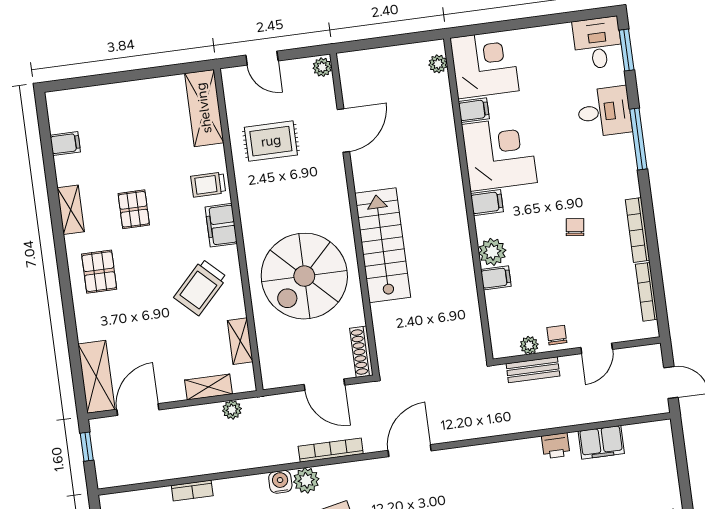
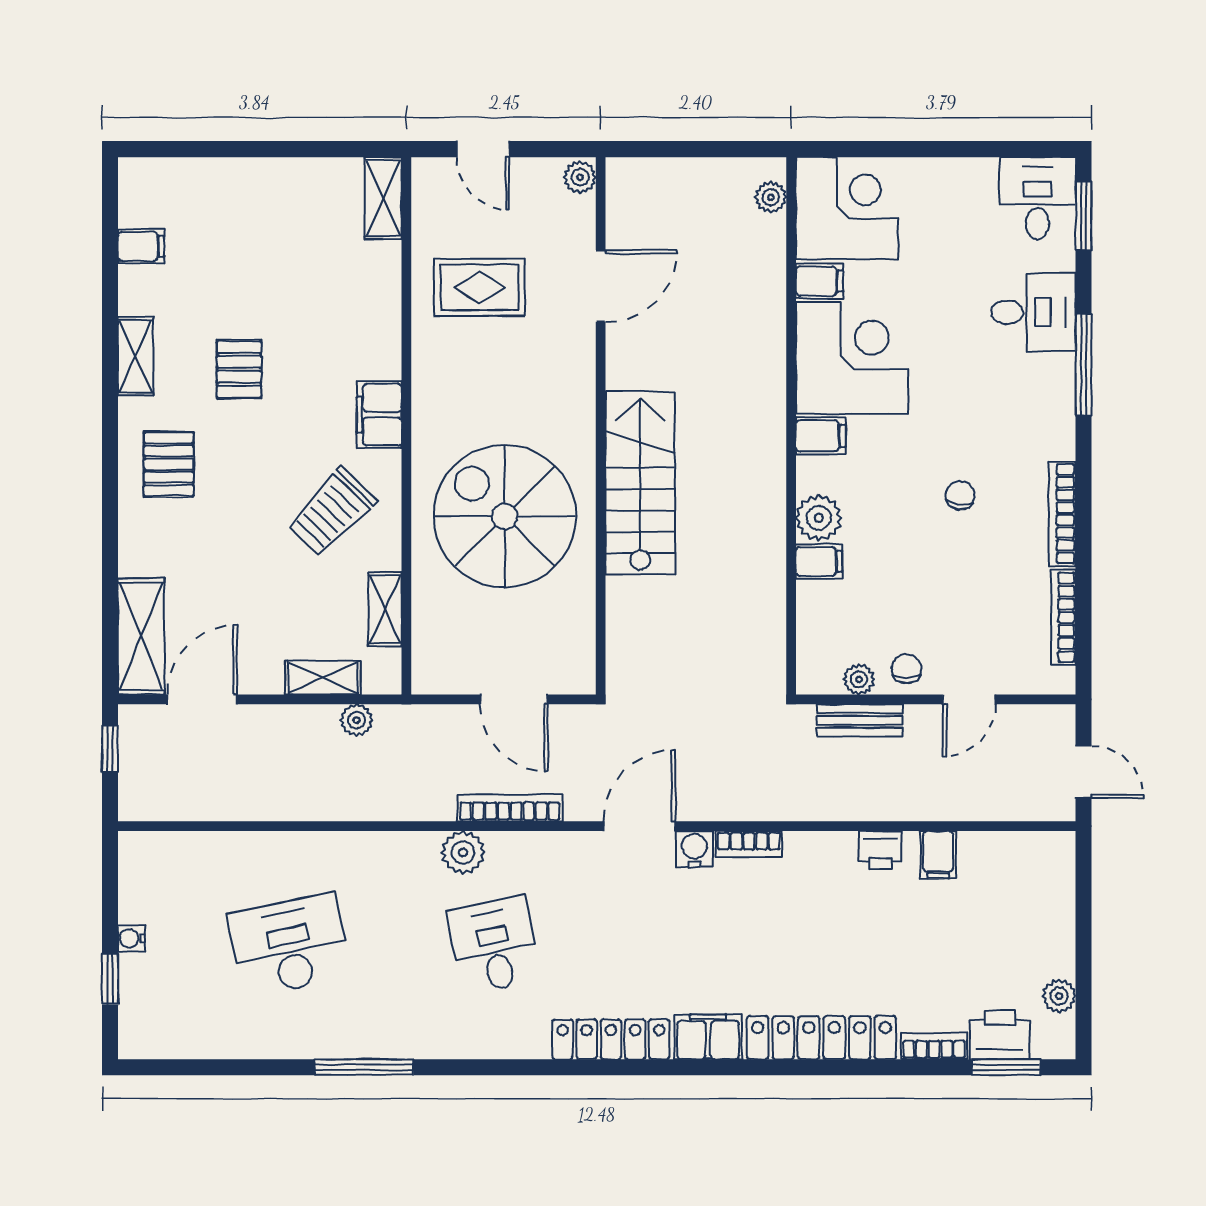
shelving: (204, 108) -> (383, 198), width x0.67, depth x0.75
trolley: (208, 185) -> (367, 345), removed
spiral stairs: (304, 276) -> (505, 516), turned 90
shoe rack: (361, 352) -> (582, 653), removed
filing cabinet: (601, 442) -> (938, 855), width x0.50
water cooler: (280, 482) -> (694, 849), moved
bookcase: (192, 491) -> (749, 844), moved

